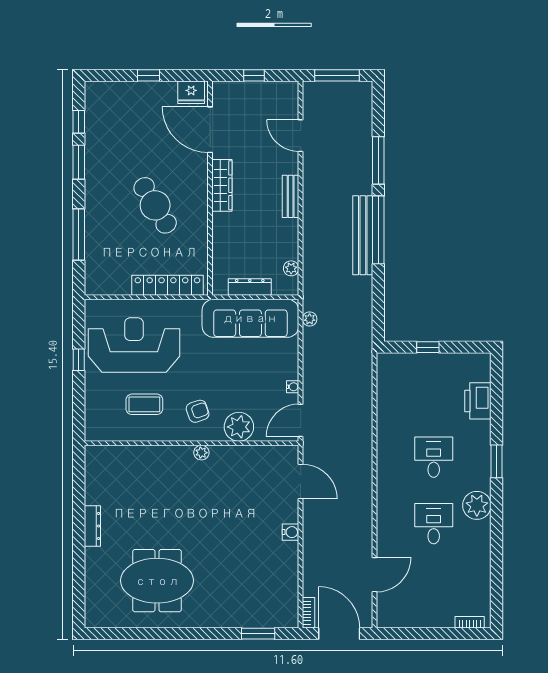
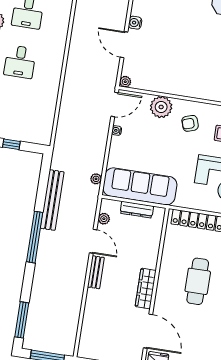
door: (301, 136) -> (93, 241), moved
window: (378, 160) -> (22, 320), moved
cafe table: (155, 205) -> (198, 281), turned 31
bench: (363, 235) -> (52, 200), moved
plant: (201, 453) -> (125, 82), moved
door: (301, 482) -> (124, 45), moved

